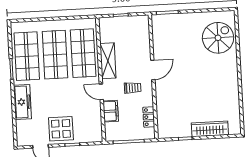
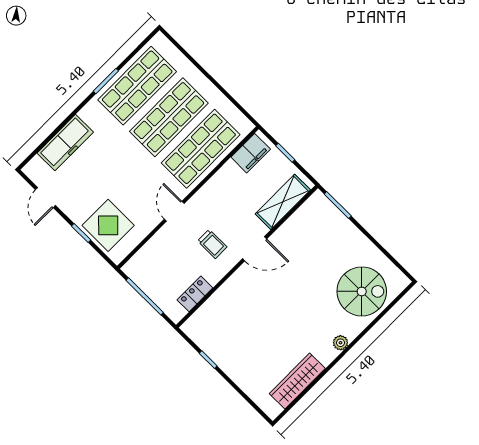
shelving: (108, 61) -> (283, 202), moved
plant: (233, 69) -> (340, 343), added
freezer: (22, 102) -> (65, 143), moved
filing cabinet: (111, 111) -> (251, 153), moved
display table: (61, 129) -> (108, 225), moved
wardrobe: (210, 129) -> (297, 381), moved, turned -90

